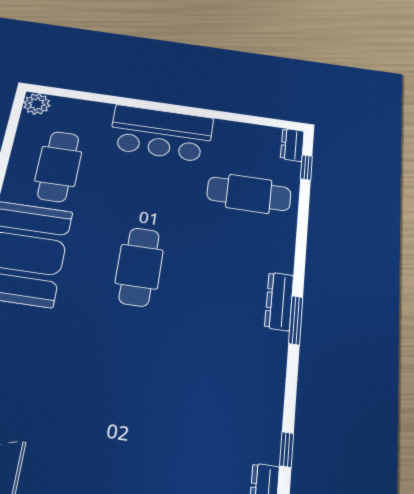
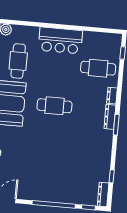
dresser: (292, 145) -> (112, 96), moved
cafe table: (139, 267) -> (54, 106), turned 90

